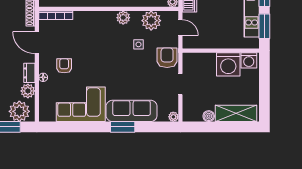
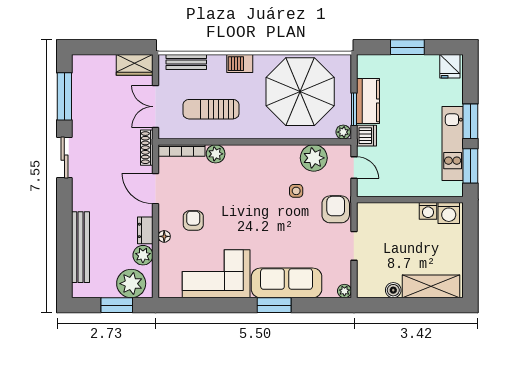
plant: (123, 18) -> (216, 154), moved
washing machine: (228, 64) -> (428, 211), width x0.53, depth x0.53

